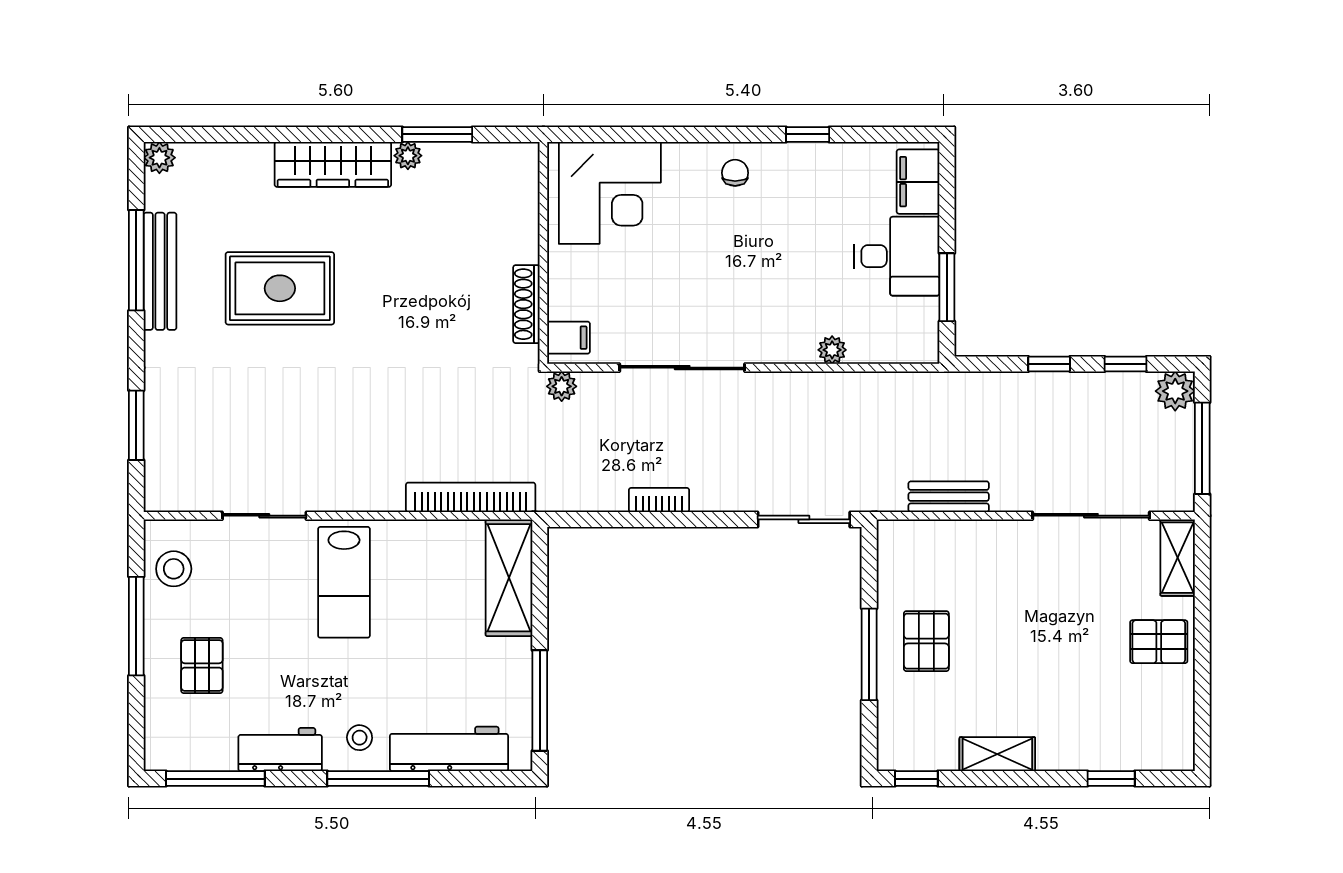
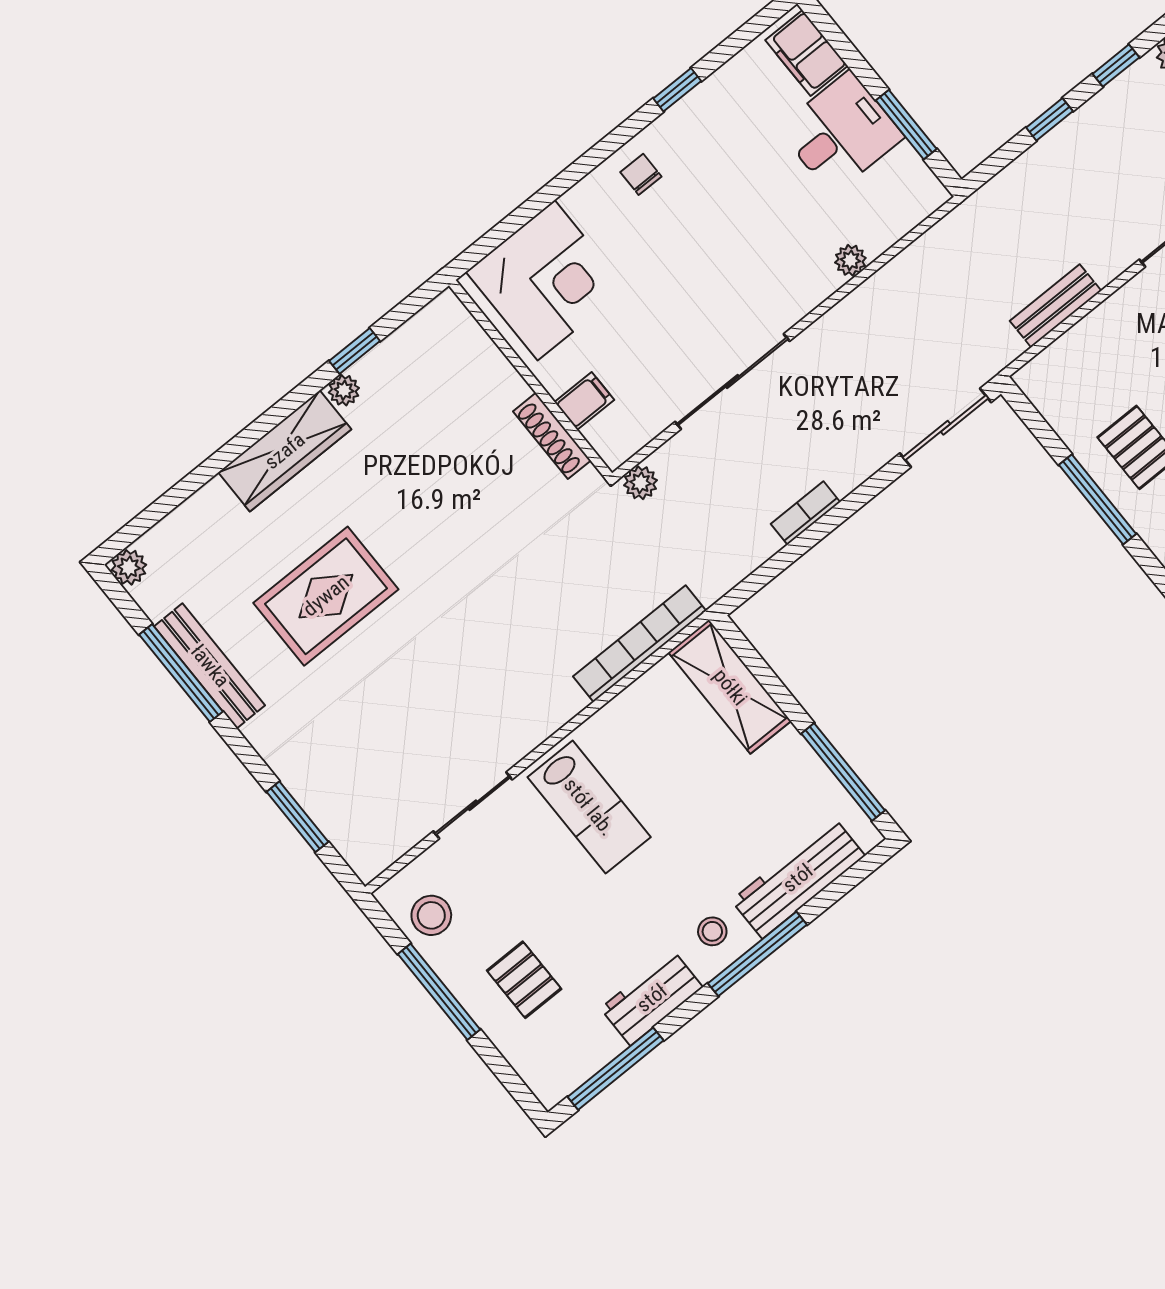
window: (437, 134) -> (355, 351), width x0.67
filing cabinet: (569, 338) -> (584, 401), moved

